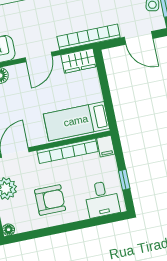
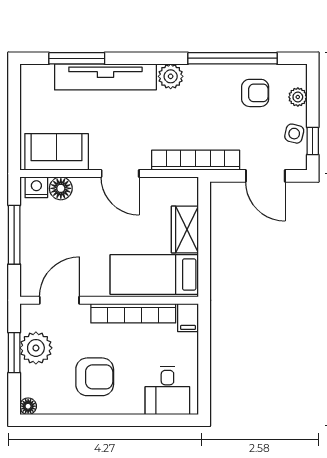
door: (39, 57) -> (120, 174), hinge flipped
wardrobe: (79, 61) -> (185, 230), moved, turned 90
window: (124, 180) -> (204, 370), removed

